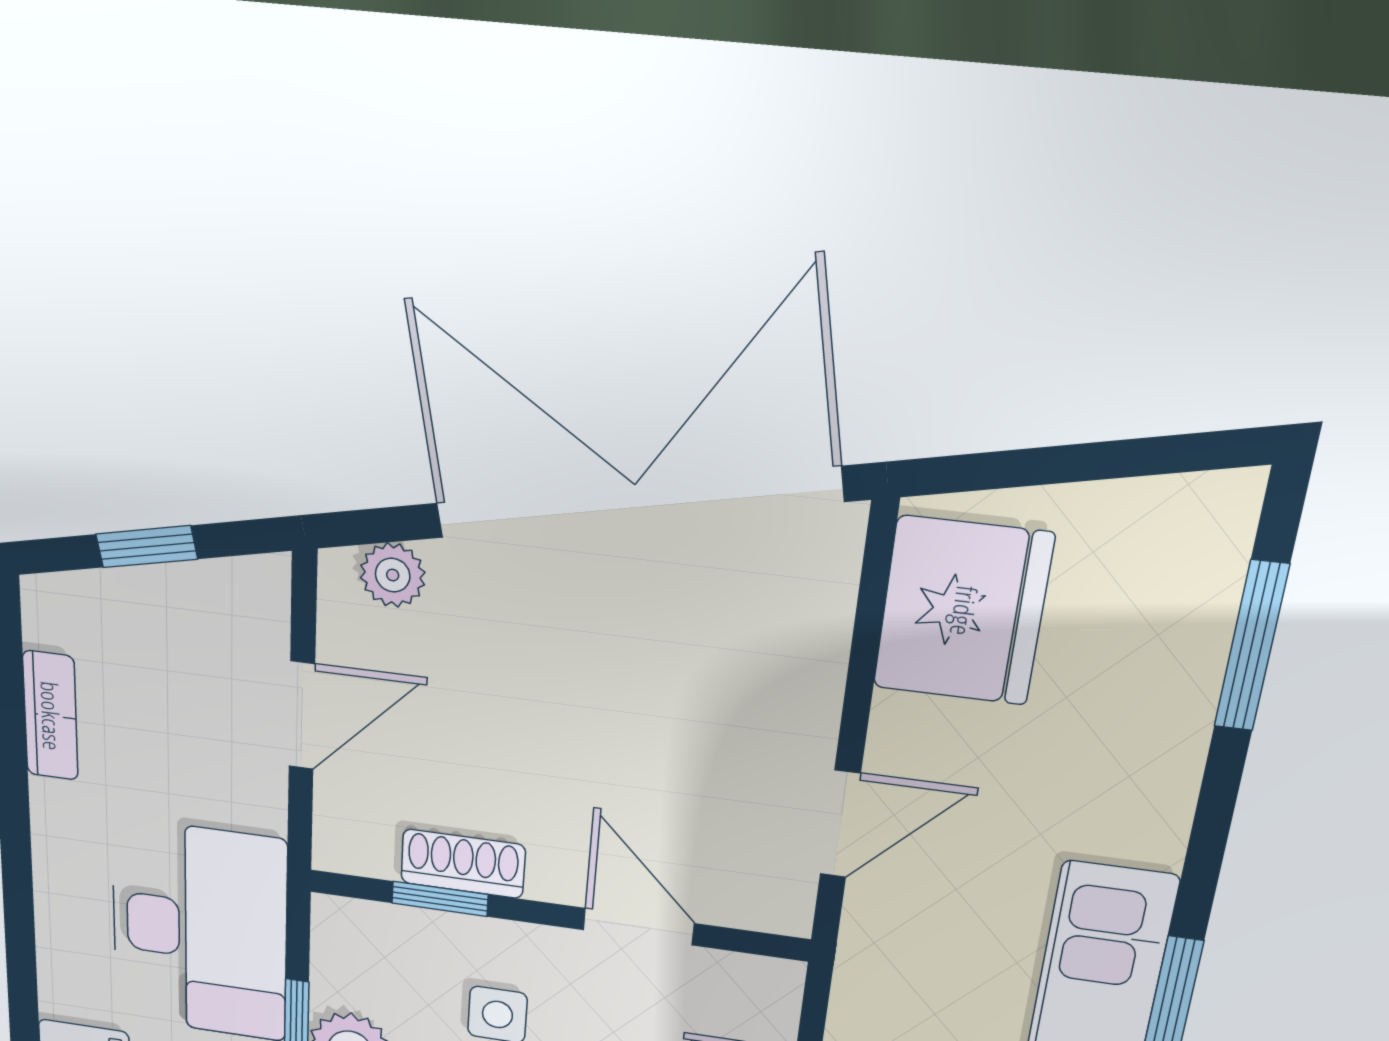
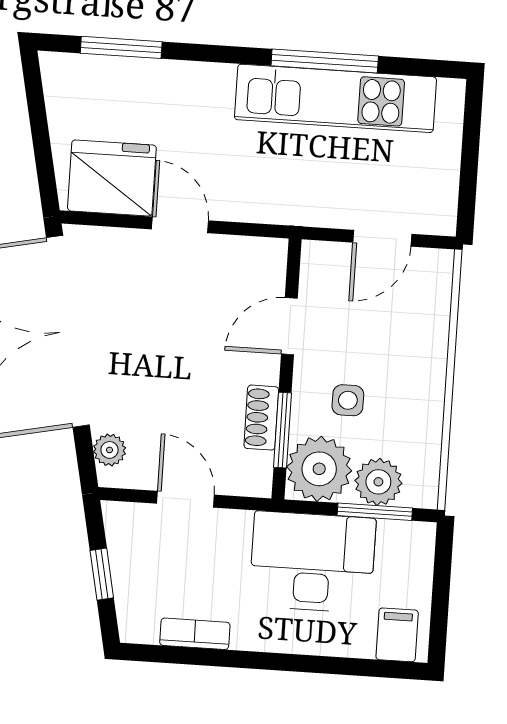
door: (840, 824) -> (180, 225), moved
window: (440, 899) -> (282, 430), width x1.50
plant: (370, 956) -> (319, 469), added

